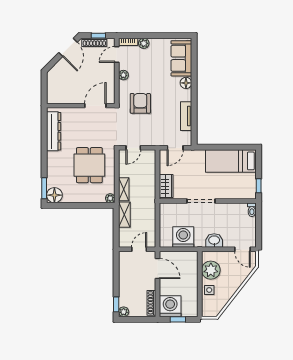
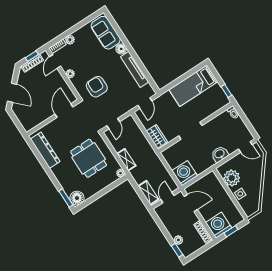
door: (68, 47) -> (12, 93), moved
tv unit: (186, 116) -> (135, 69), width x1.41
shelving: (124, 215) -> (148, 193), moved
washing machine: (183, 237) -> (185, 173), moved
plant: (124, 312) -> (178, 240), moved

